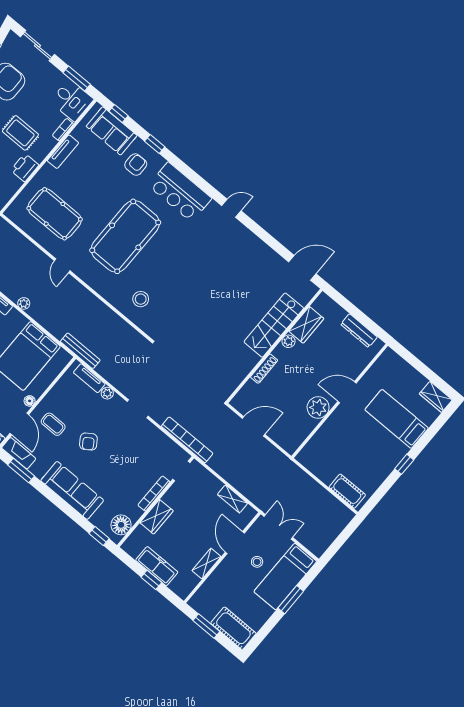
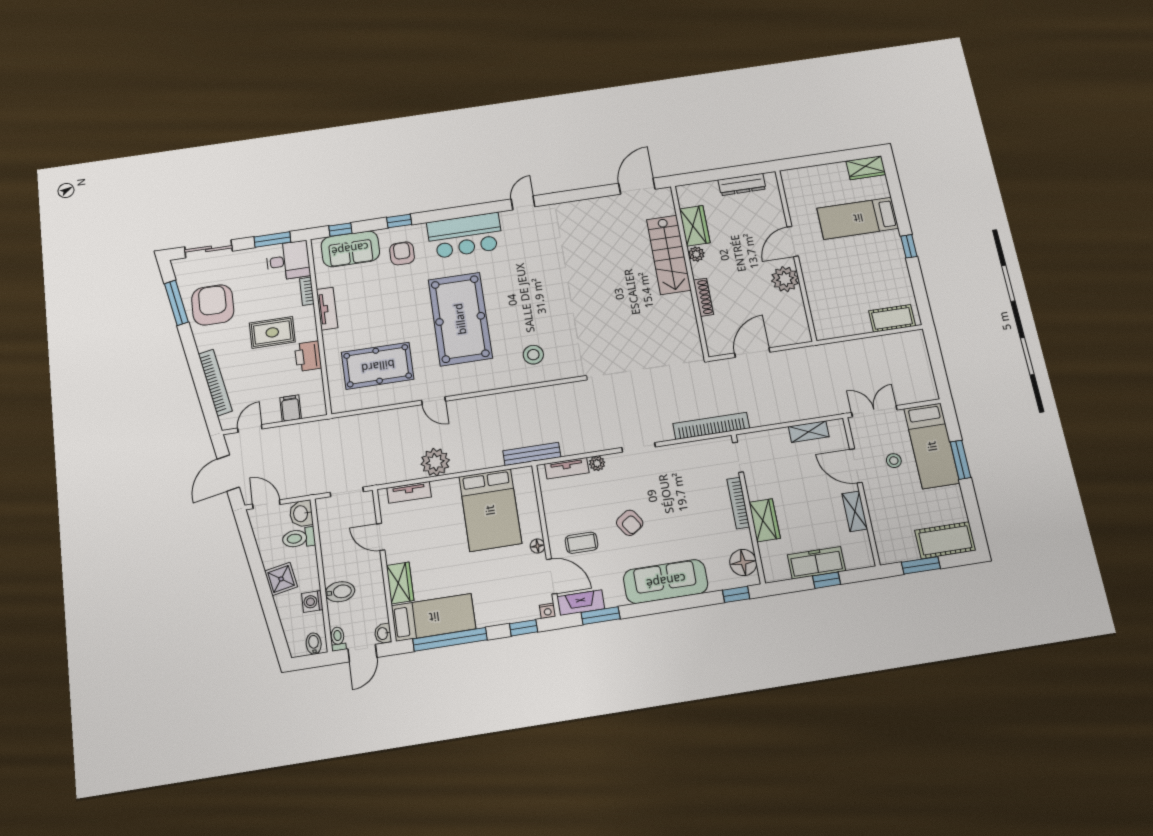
plant: (24, 303) -> (435, 462), width x1.88, depth x1.88

